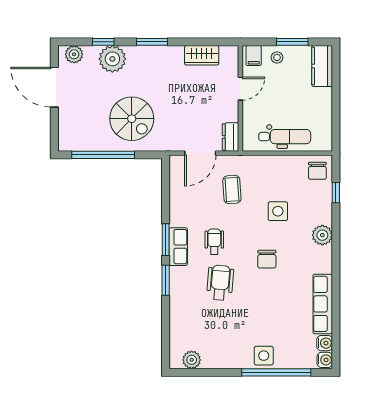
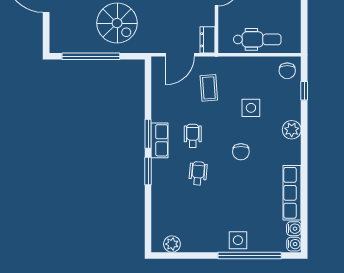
wheelchair: (220, 283) -> (198, 173), width x0.73, depth x0.73

